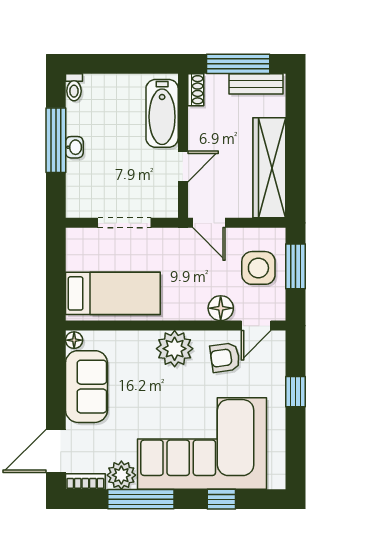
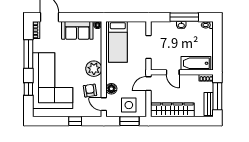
plant: (121, 475) -> (39, 46), removed

